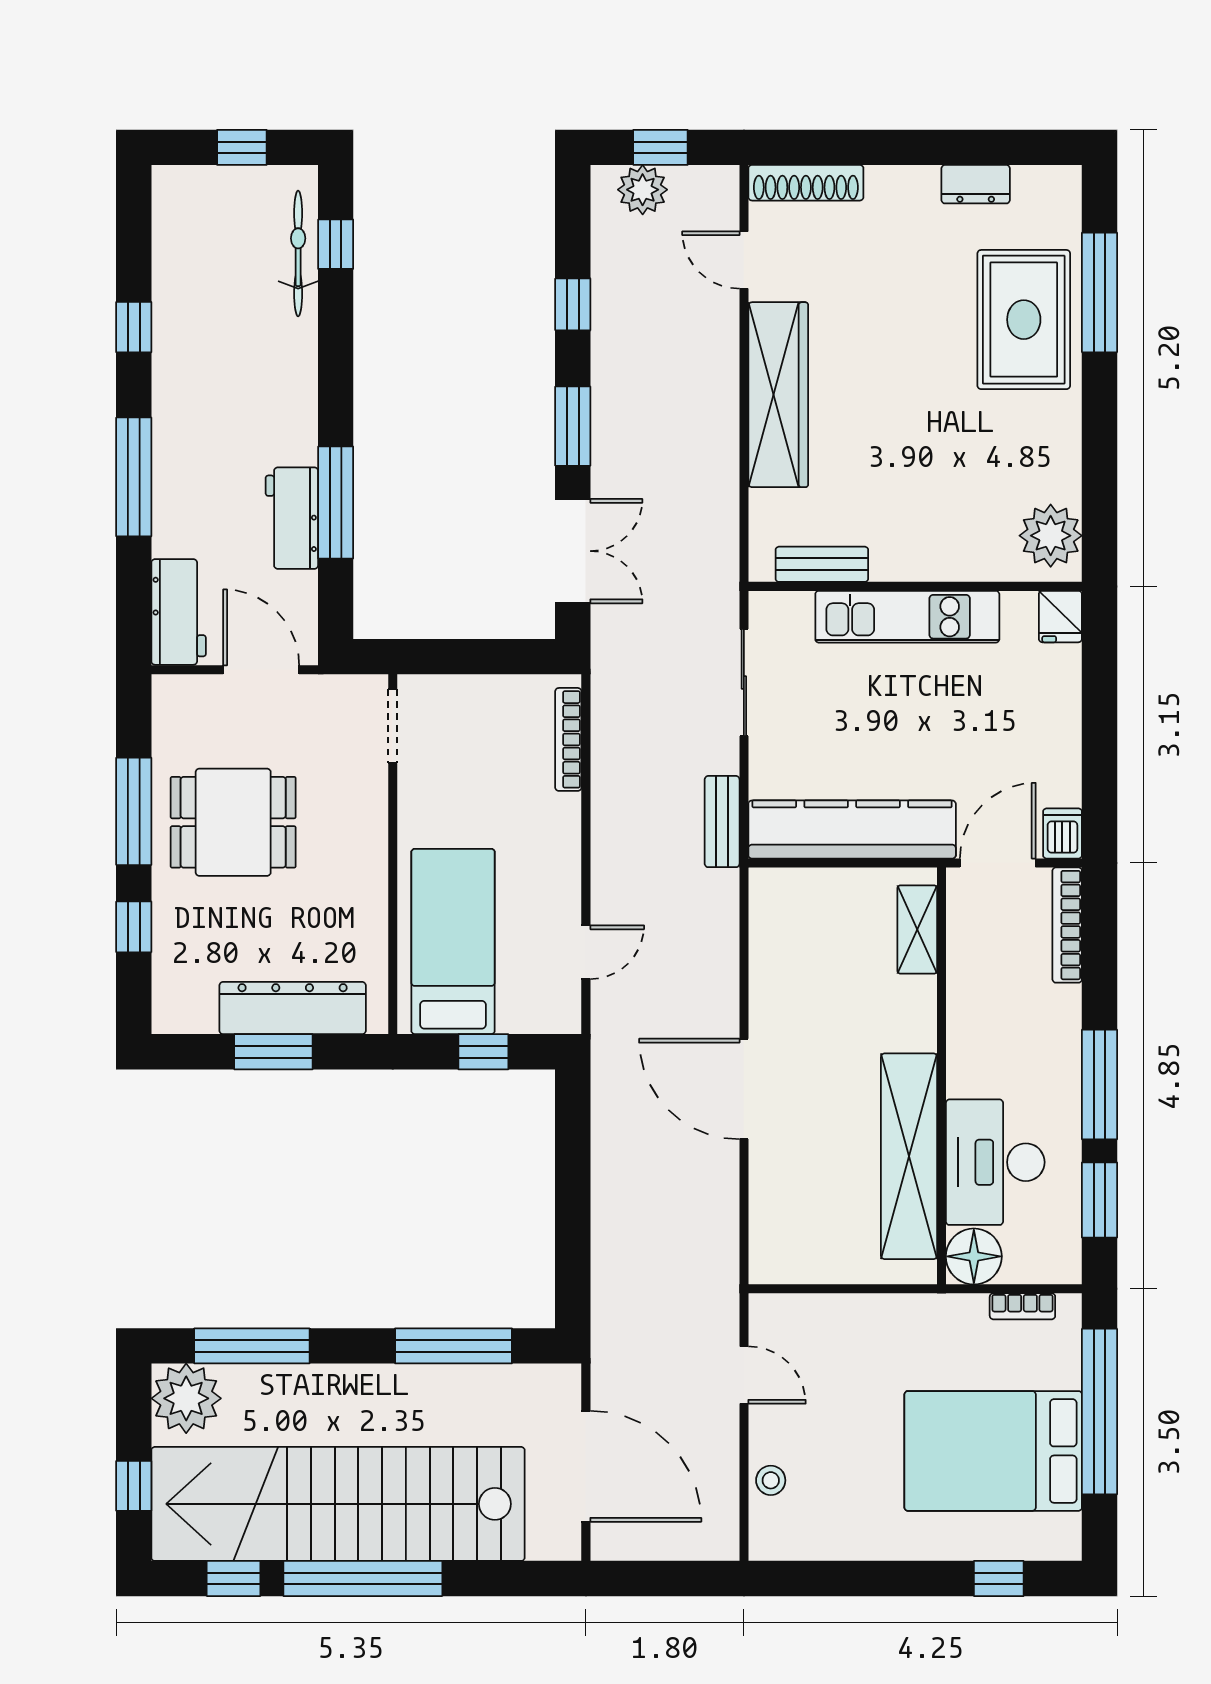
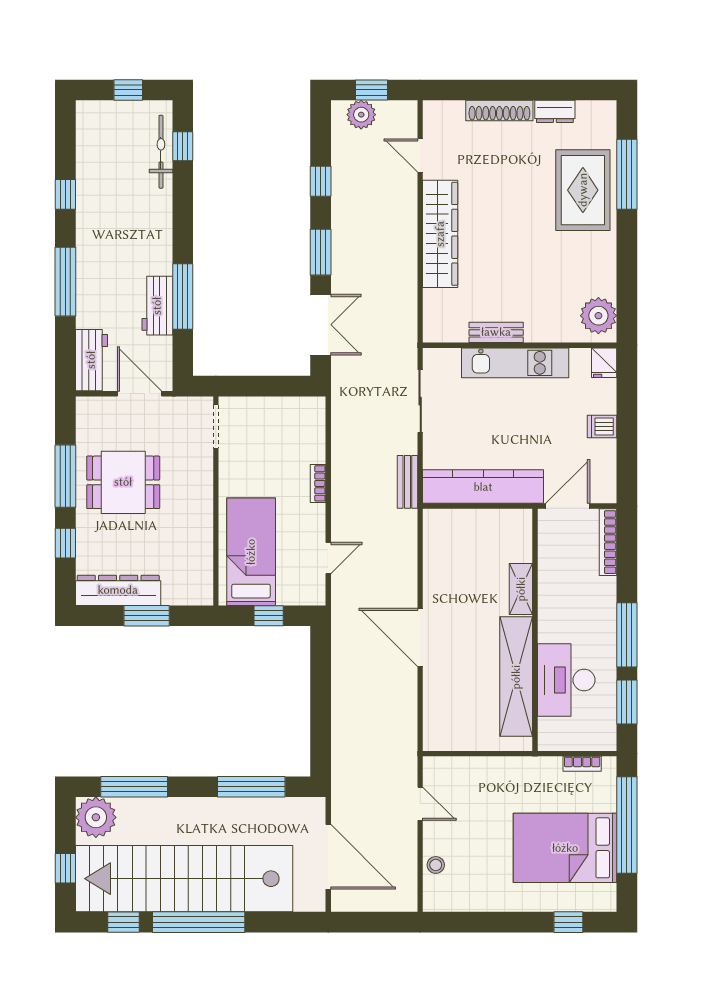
shoe rack: (806, 183) -> (499, 111), moved
bench: (822, 564) -> (496, 332), moved
bookcase: (568, 739) -> (318, 483), moved, width x0.64
dishwasher: (1062, 833) -> (602, 427), moved, turned -90
shelving: (917, 930) -> (521, 589), moved
dresser: (293, 1008) -> (118, 590), moved
floor lamp: (974, 1256) -> (554, 735), removed

